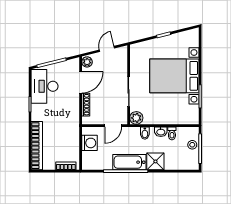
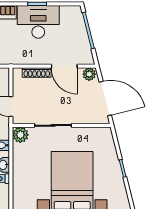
door: (107, 49) -> (105, 99), width x1.87
desk: (45, 86) -> (38, 22), moved

